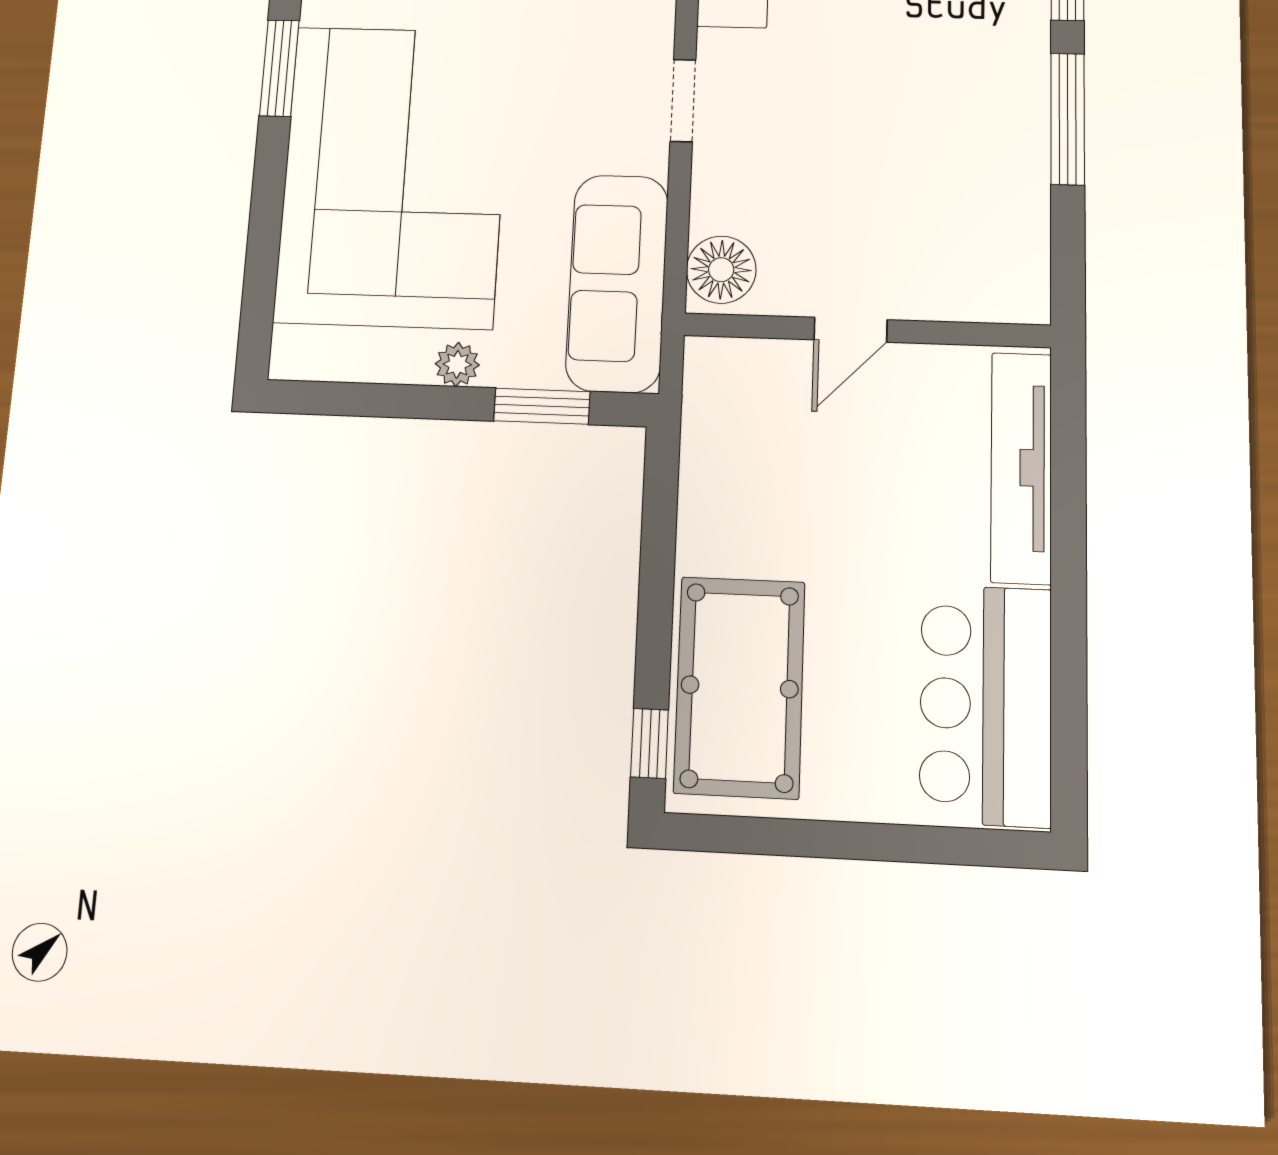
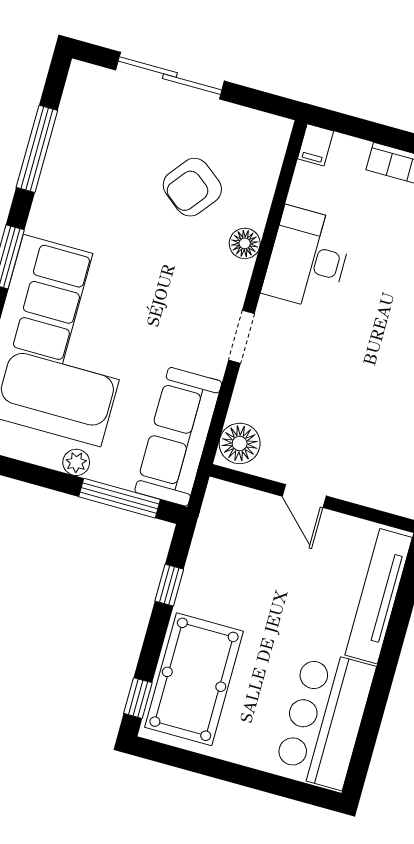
door: (851, 330) -> (304, 496), hinge flipped
window: (542, 406) -> (119, 498), width x1.44
window: (659, 533) -> (169, 585), added

